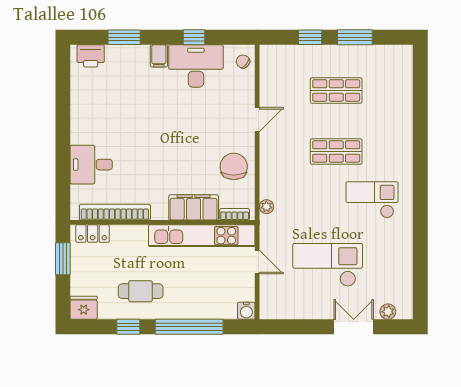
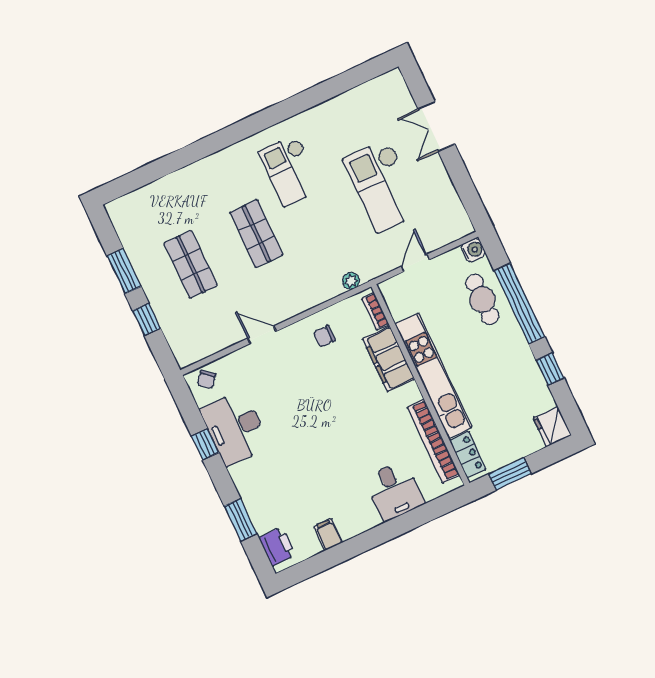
filing cabinet: (159, 56) -> (328, 535), moved, turned -90
chair: (234, 166) -> (324, 336), width x0.54, depth x0.54
kitchen unit: (202, 236) -> (434, 376), moved
cafe table: (141, 291) -> (482, 299), moved
plant: (388, 312) -> (403, 97), removed

